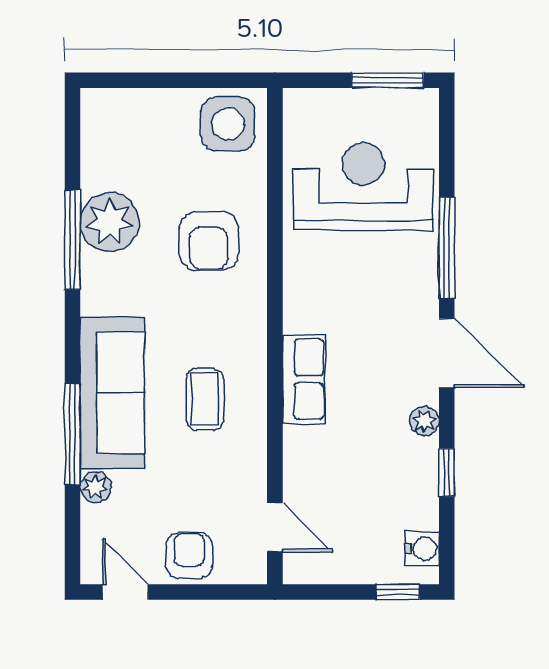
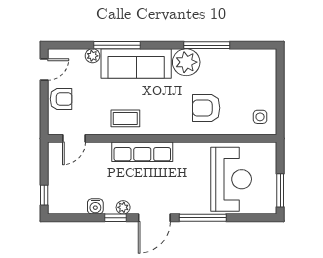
side table: (228, 124) -> (260, 117), width x0.54, depth x0.54
plant: (110, 222) -> (186, 62), moved
row of seats: (304, 379) -> (142, 152), width x1.48
coffee table: (205, 399) -> (125, 118), moved
window: (447, 472) -> (115, 218), moved
water cooler: (422, 549) -> (95, 206), moved

